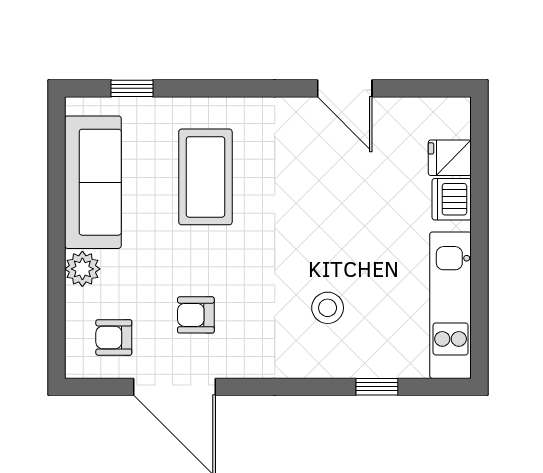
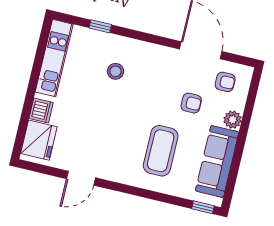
window: (132, 88) -> (203, 207), moved
door: (345, 88) -> (81, 178), swing flipped
fridge: (450, 158) -> (39, 140), width x1.88, depth x1.34
armchair: (196, 315) -> (191, 103), moved

